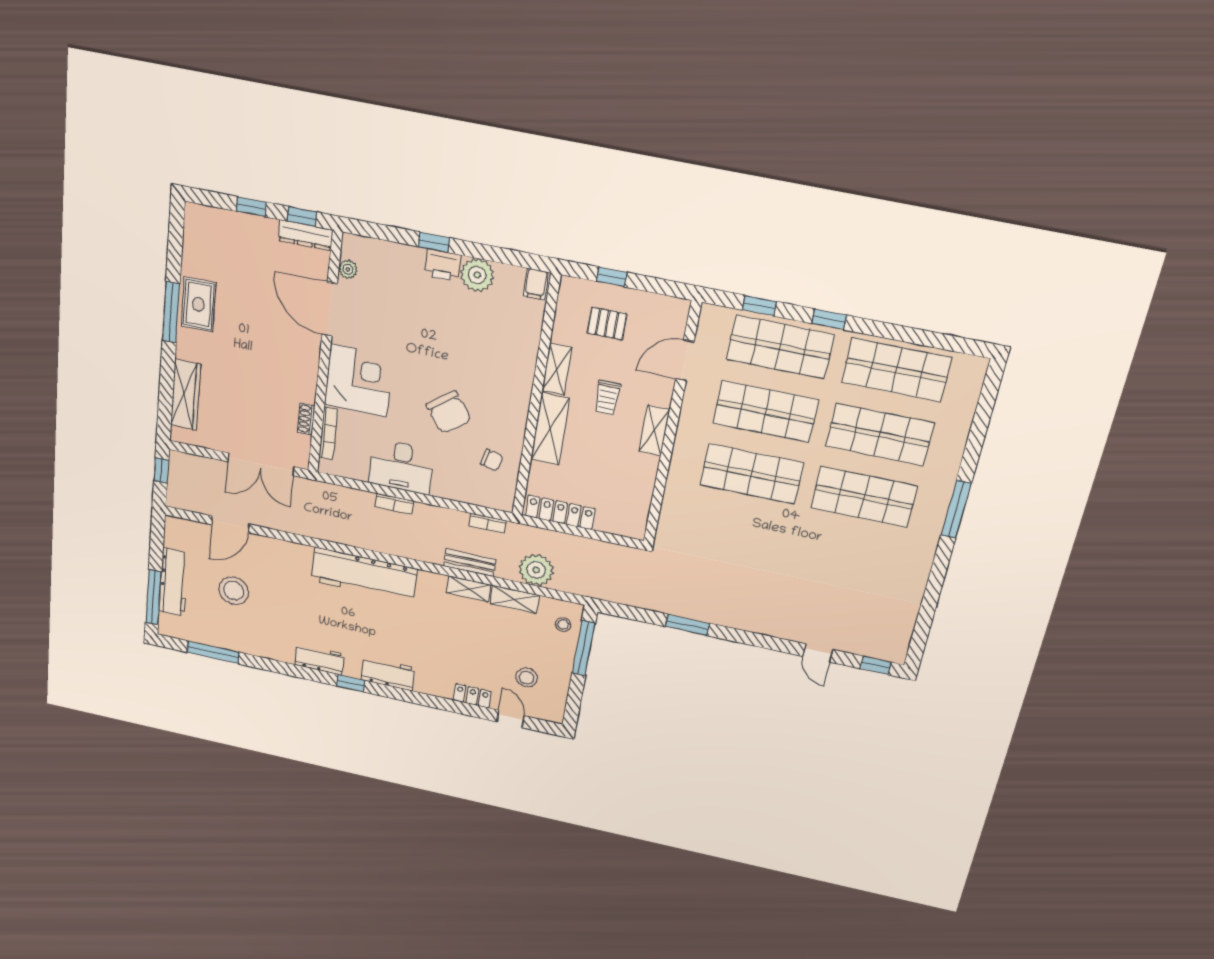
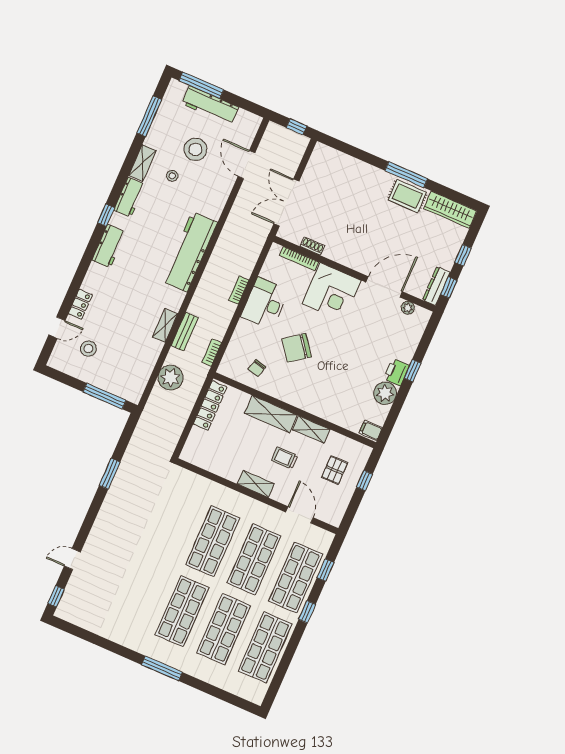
wardrobe: (186, 395) -> (450, 210), moved
shelving: (515, 599) -> (142, 163), moved
stool: (563, 624) -> (172, 176), moved

